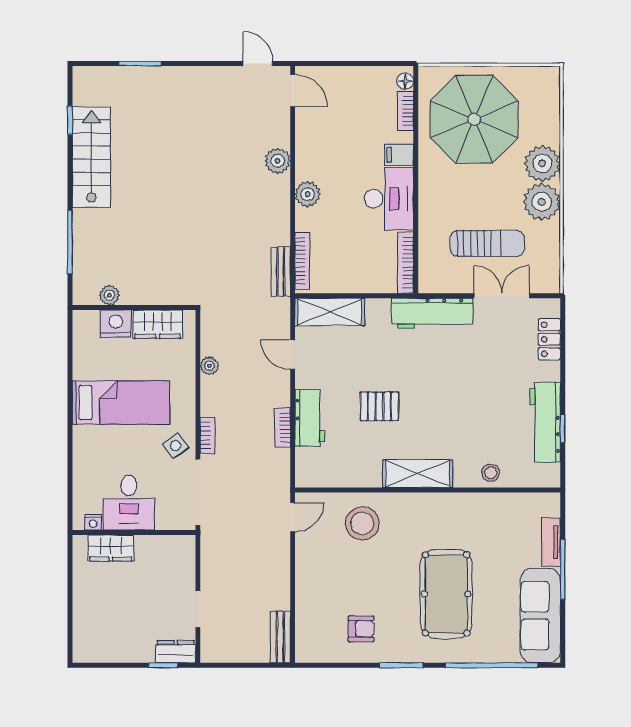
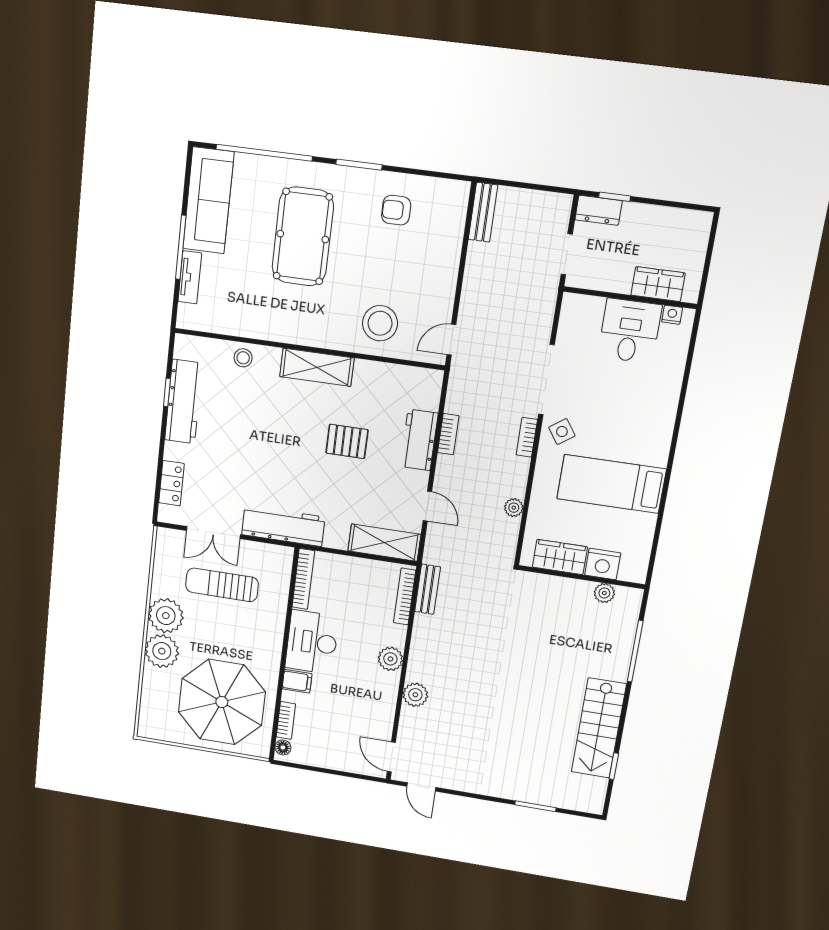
desk: (129, 503) -> (630, 331), moved
nightstand: (93, 522) -> (672, 315), moved
wall: (134, 533) -> (630, 298), moved
wardrobe: (111, 548) -> (658, 284), moved

